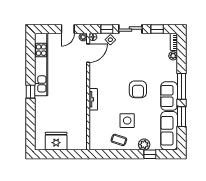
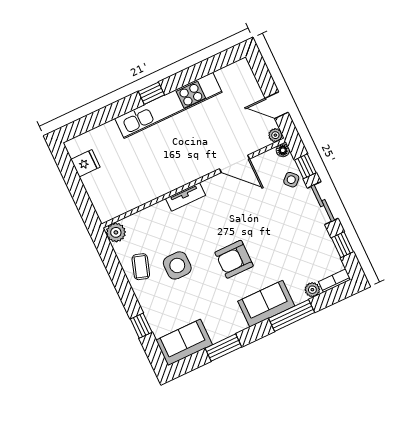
door: (88, 53) -> (234, 164), moved
kitchen unit: (41, 64) -> (168, 105), moved
window: (182, 86) -> (292, 315), moved
sofa: (169, 96) -> (266, 304), moved
sofa: (169, 131) -> (184, 342), width x0.73
fridge: (56, 141) -> (85, 163), width x0.53, depth x0.75
plant: (144, 145) -> (116, 232), moved

